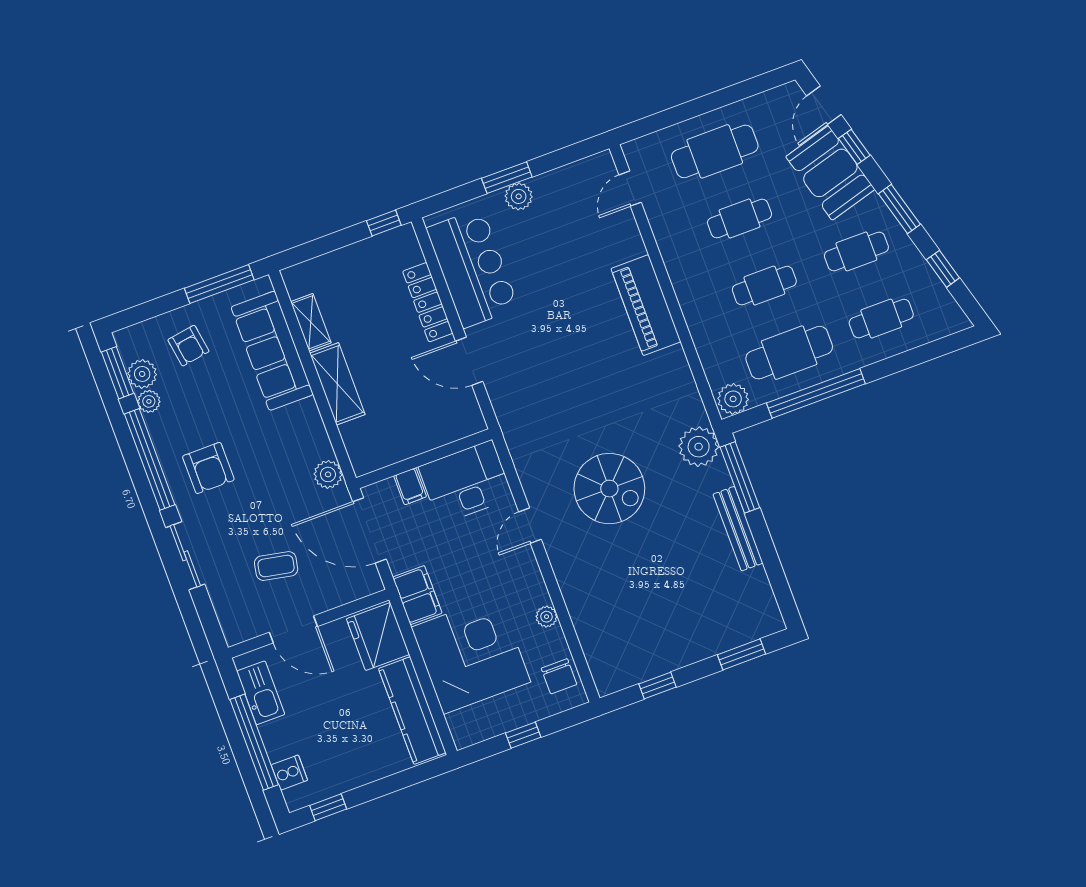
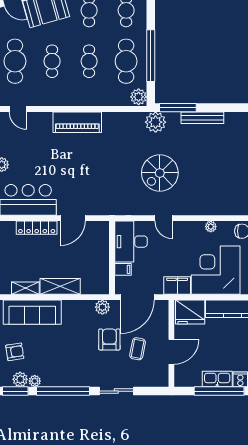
armchair: (208, 468) -> (109, 339), moved, turned -90
spiral stairs: (609, 489) -> (160, 173), turned 180
kitchen sink: (261, 693) -> (217, 379), moved

